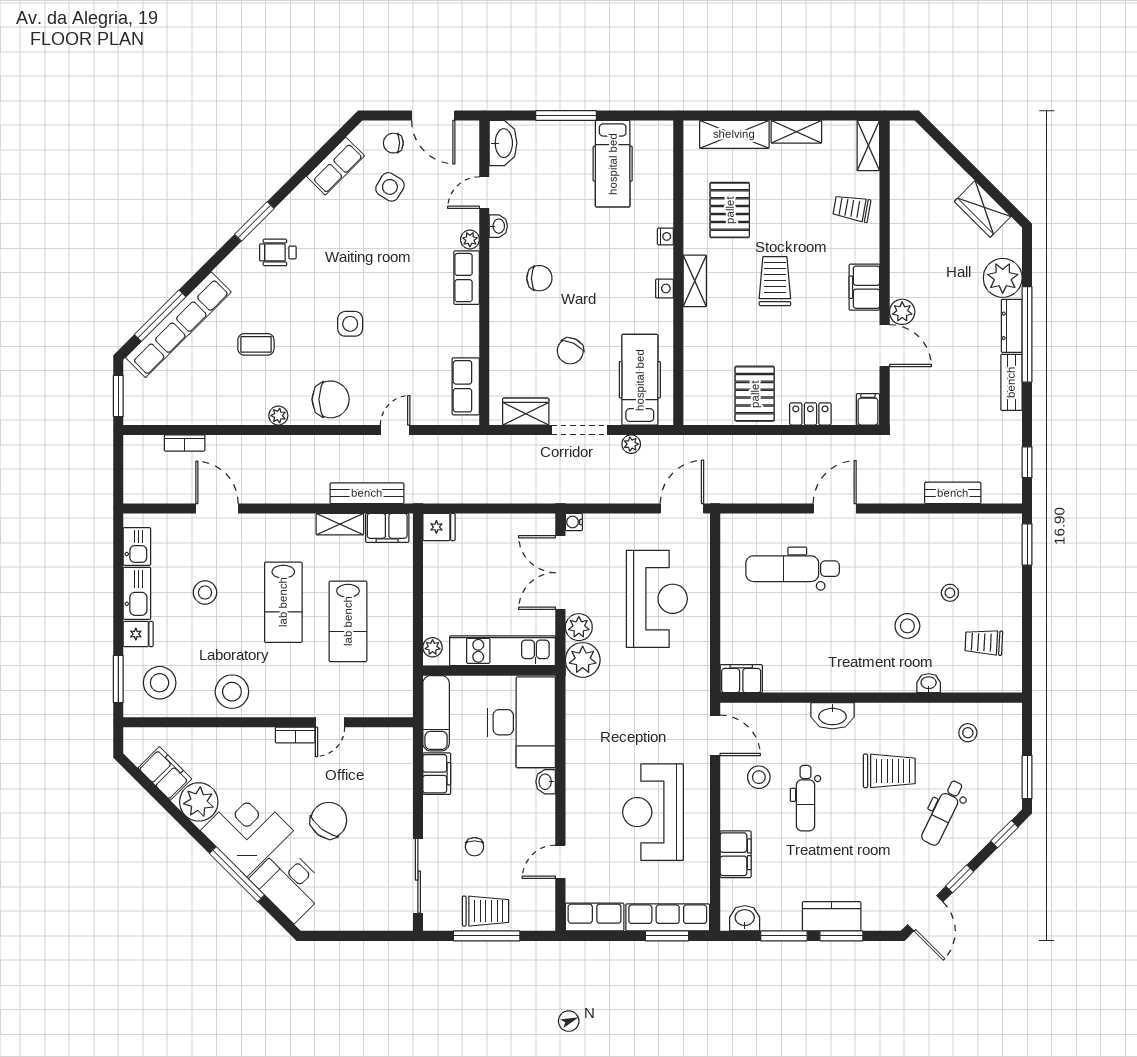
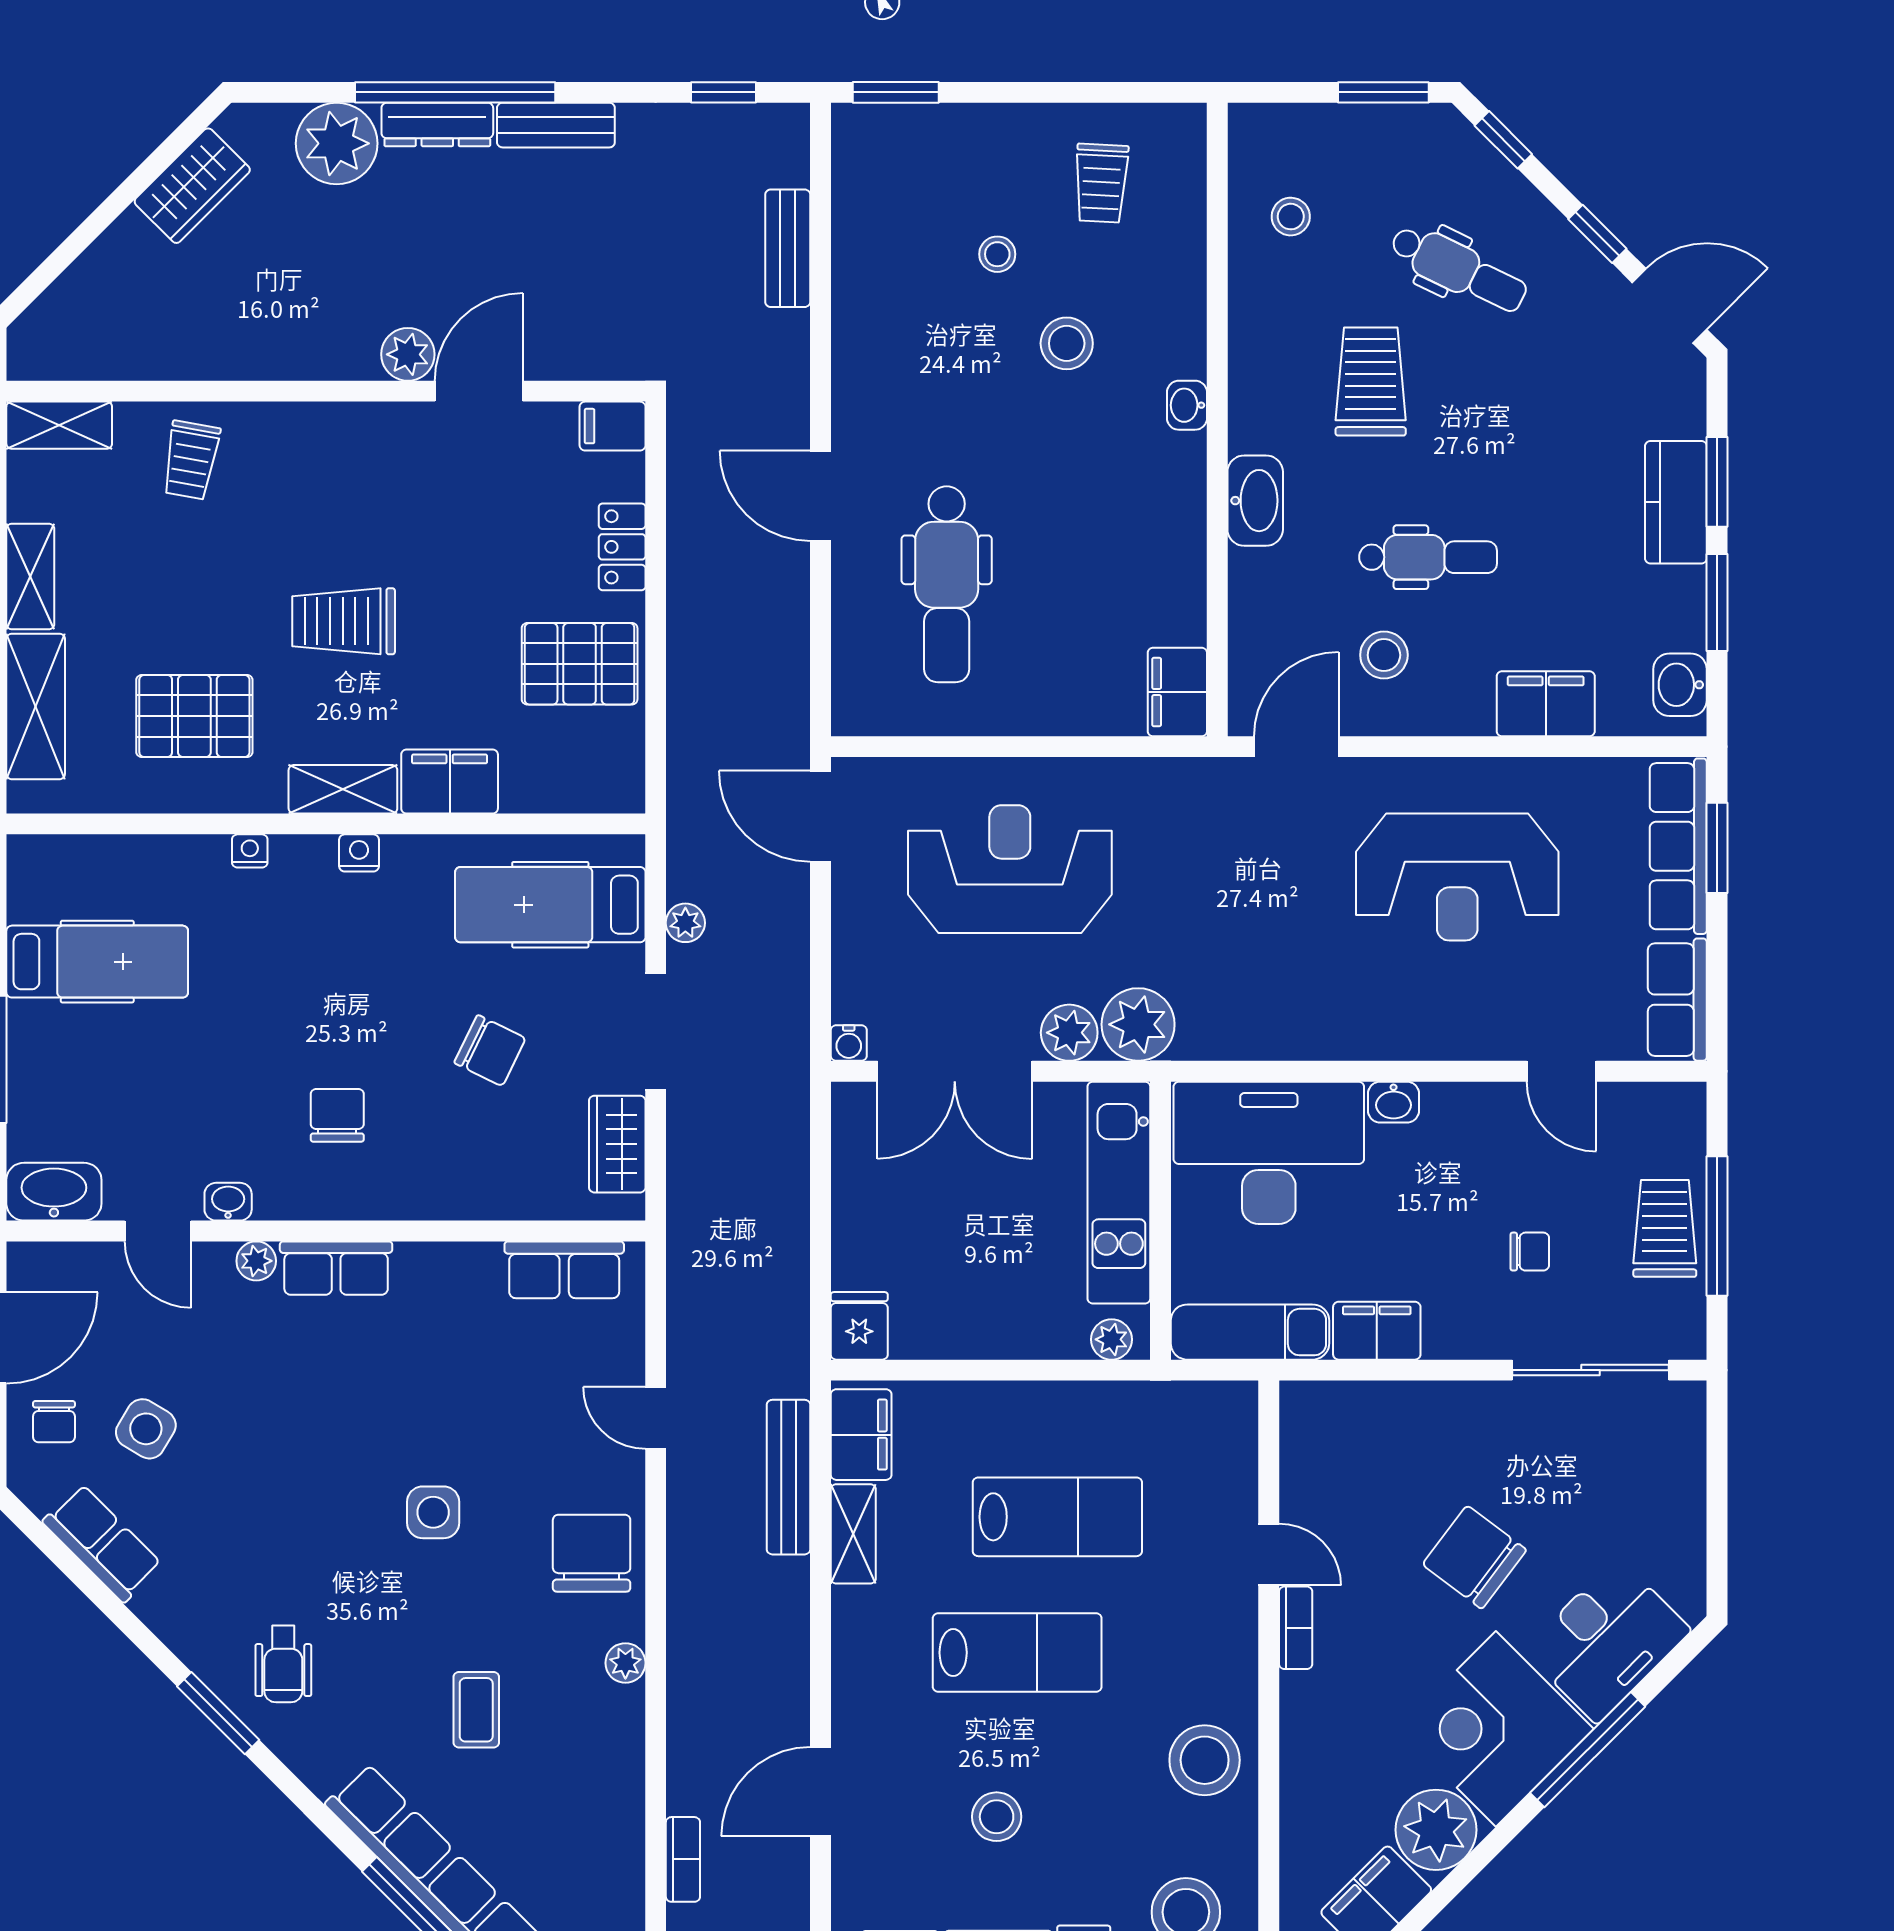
filing cabinet: (864, 287) -> (450, 781), moved, turned 180
washbasin: (929, 683) -> (1187, 405), moved

